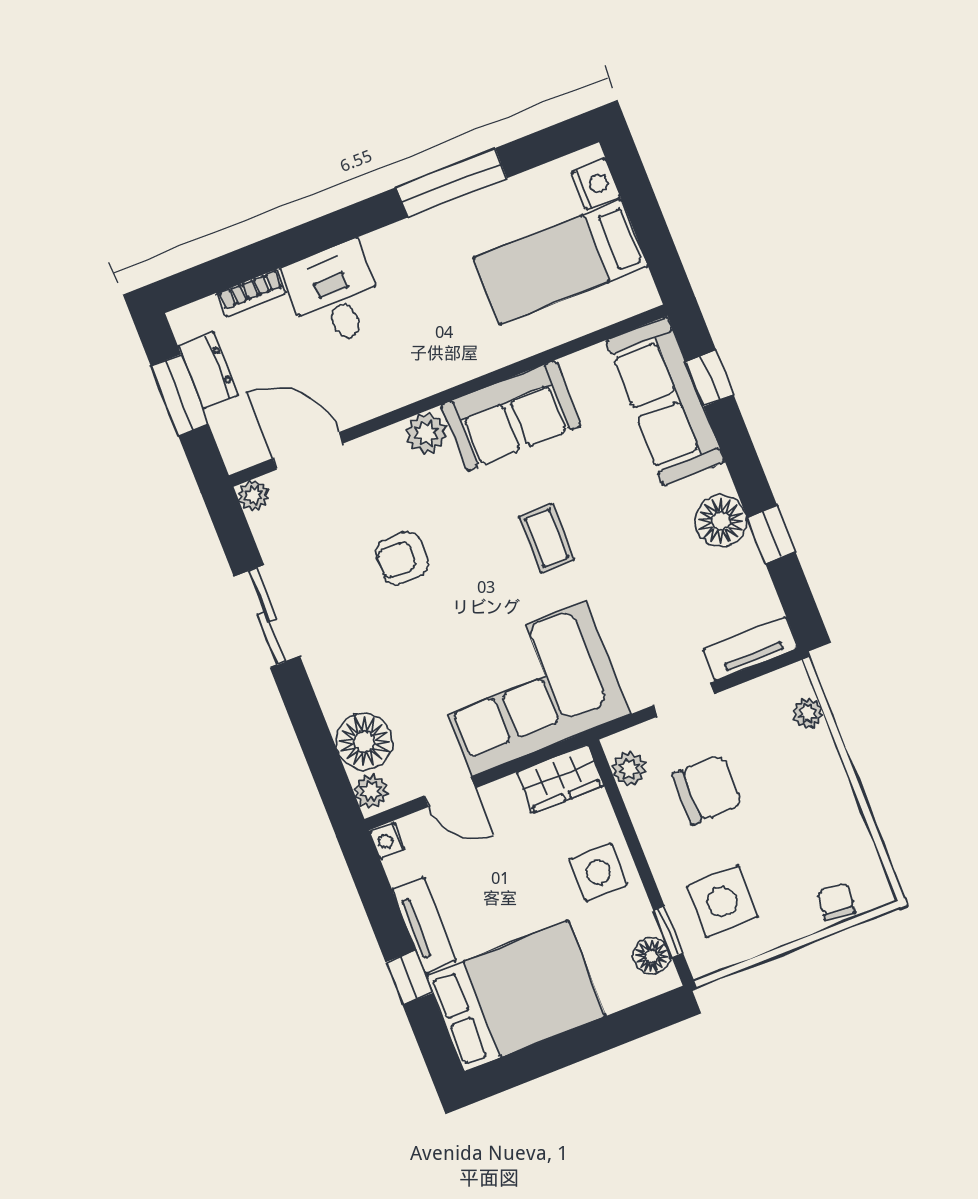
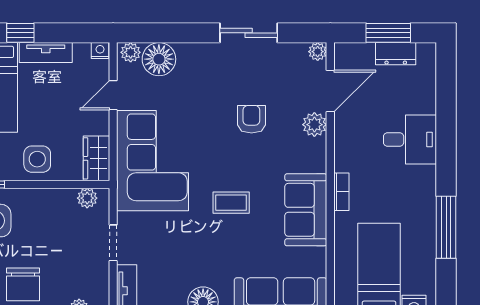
bookcase: (251, 293) -> (341, 192), moved, turned 180
plant: (426, 433) -> (314, 125), moved
chair: (707, 789) -> (23, 284), moved

